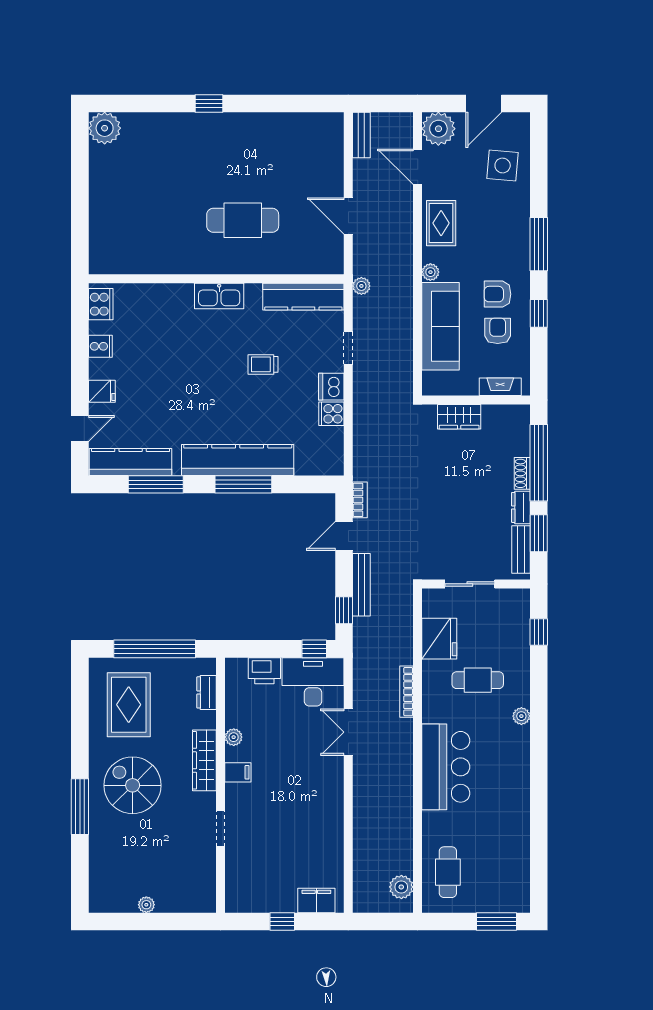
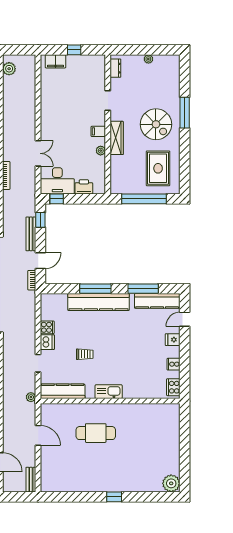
dresser: (207, 692) -> (115, 68), moved

